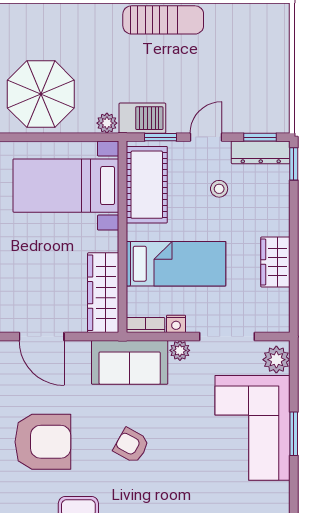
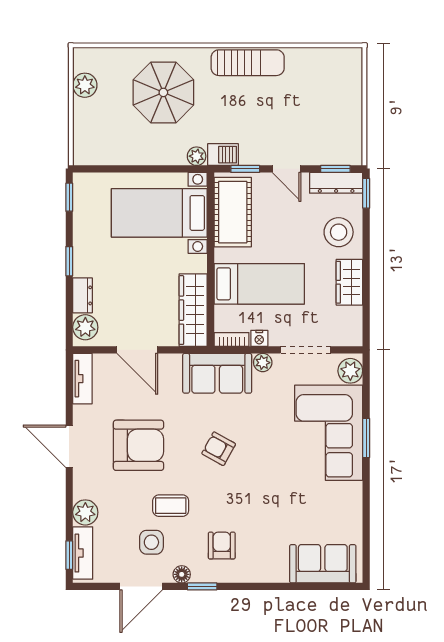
parasol: (41, 94) -> (163, 92), moved
barbecue: (142, 118) -> (223, 155), width x0.73, depth x0.79
door: (206, 137) -> (286, 169), swing flipped
stool: (219, 189) -> (339, 232), moved, width x1.89, depth x1.89

